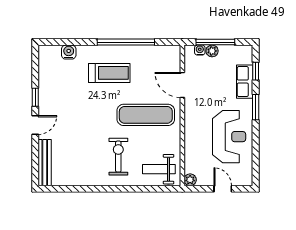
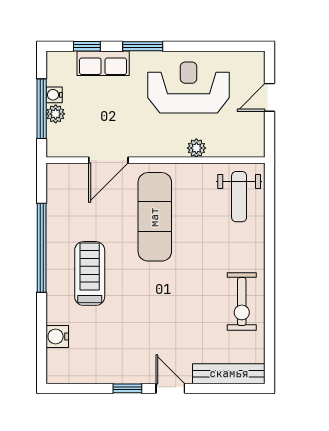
water cooler: (200, 50) -> (54, 95), moved
exercise bike: (118, 157) -> (242, 302), moved, turned -90
plant: (190, 180) -> (196, 148), moved

